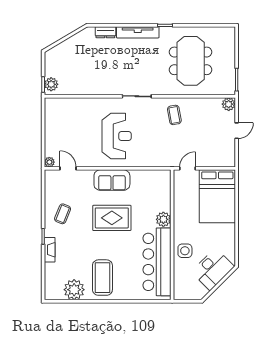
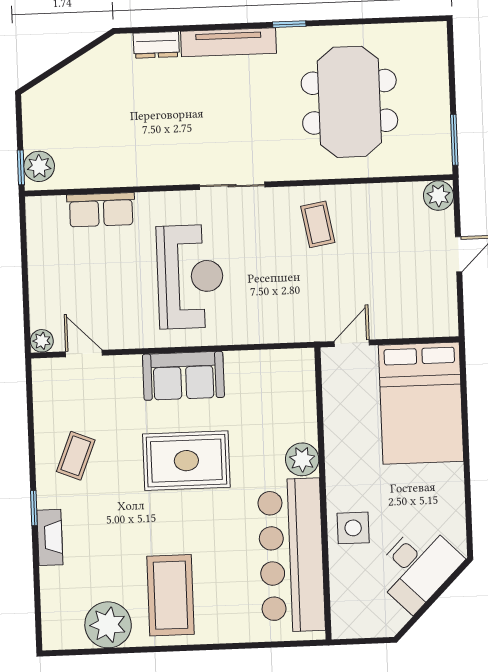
row of seats: (78, 105) -> (101, 210), added

